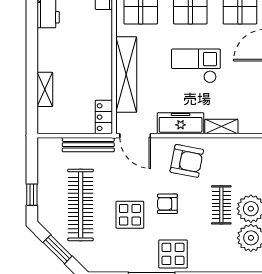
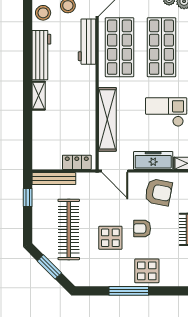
shelving: (45, 89) -> (39, 96), moved
locker: (104, 117) -> (77, 162), moved, turned 90
bench: (88, 145) -> (54, 179), moved
window: (32, 195) -> (28, 198), moved

